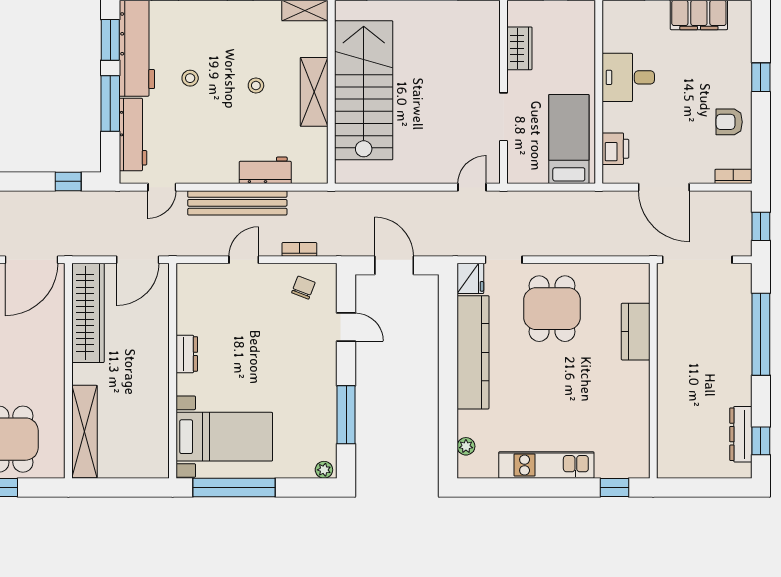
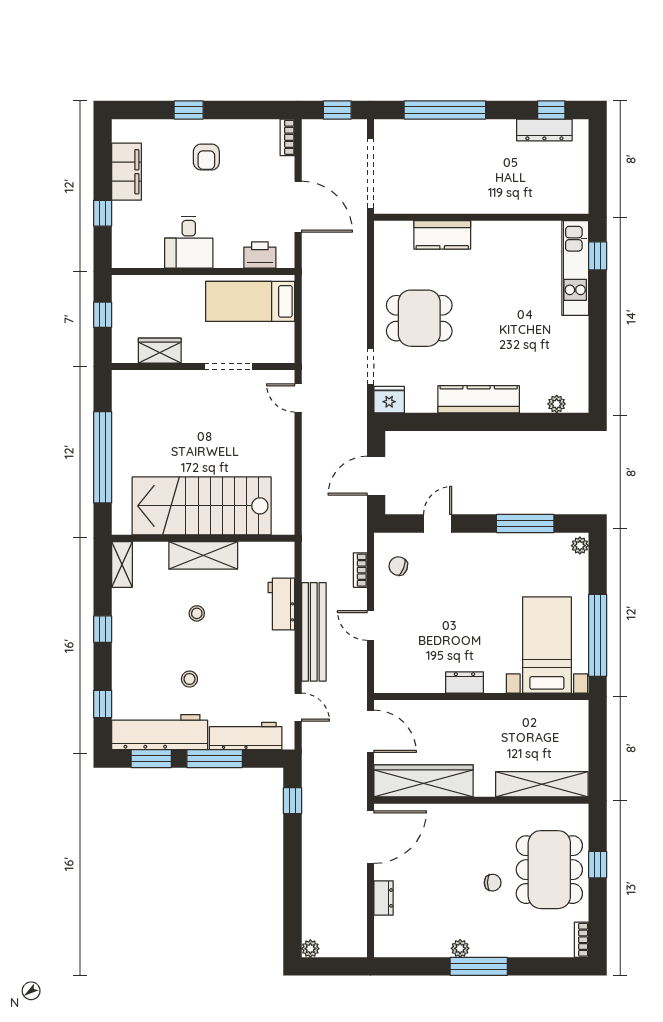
armchair: (729, 122) -> (206, 157), moved
door: (664, 187) -> (298, 207), hinge flipped
door: (31, 260) -> (370, 837), hinge flipped
kitchen counter: (473, 352) -> (479, 399), width x0.72, depth x0.86
kitchen unit: (546, 465) -> (575, 268), moved

